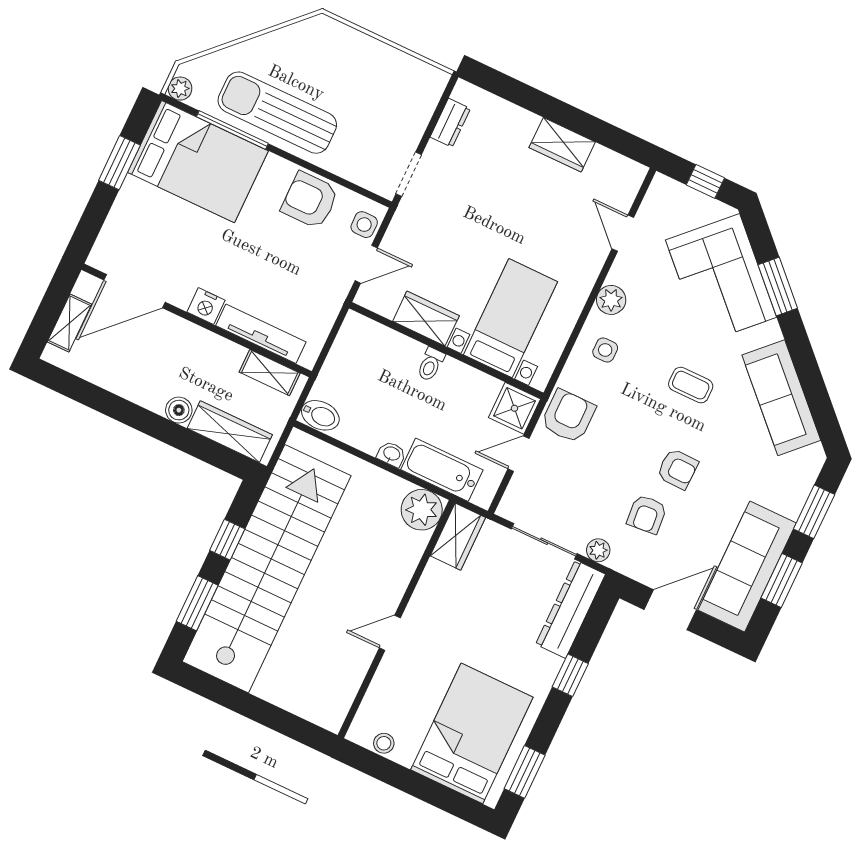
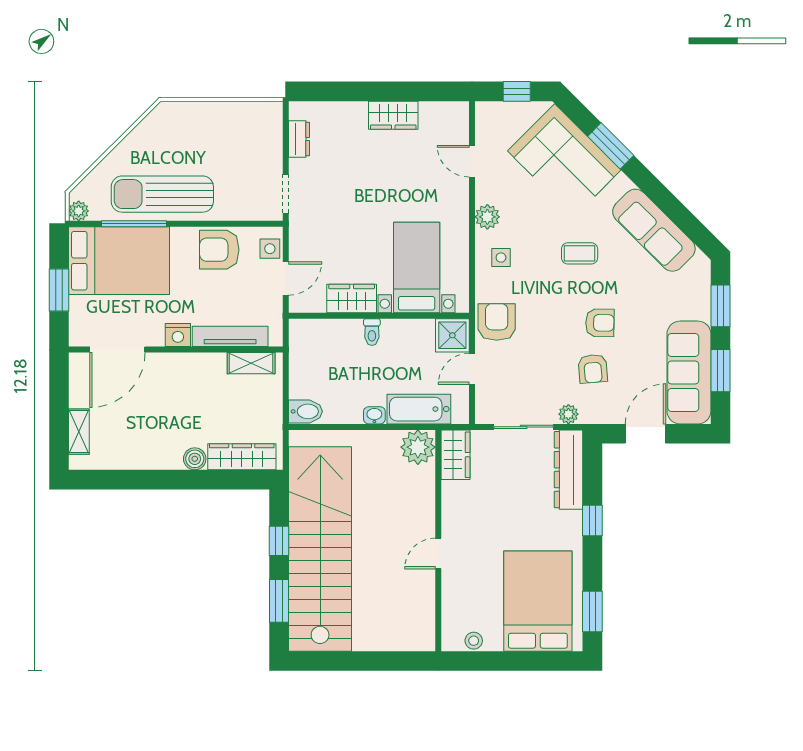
door: (135, 291) -> (117, 350), moved
nightstand: (206, 306) -> (178, 335), moved
wall: (197, 320) -> (176, 350), moved
tv unit: (261, 334) -> (230, 336), moved
shelving: (270, 373) -> (251, 363), moved

